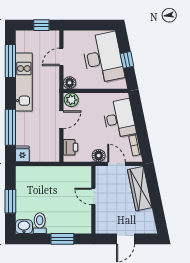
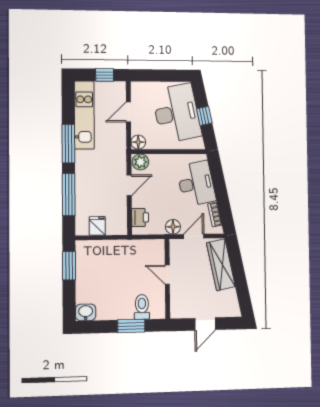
window: (10, 61) -> (68, 144), moved
kitchen unit: (24, 82) -> (84, 115), moved
fridge: (22, 154) -> (97, 226), moved
door: (117, 164) -> (194, 236), hinge flipped
window: (10, 201) -> (69, 266), moved
toilet: (40, 223) -> (142, 307), moved

